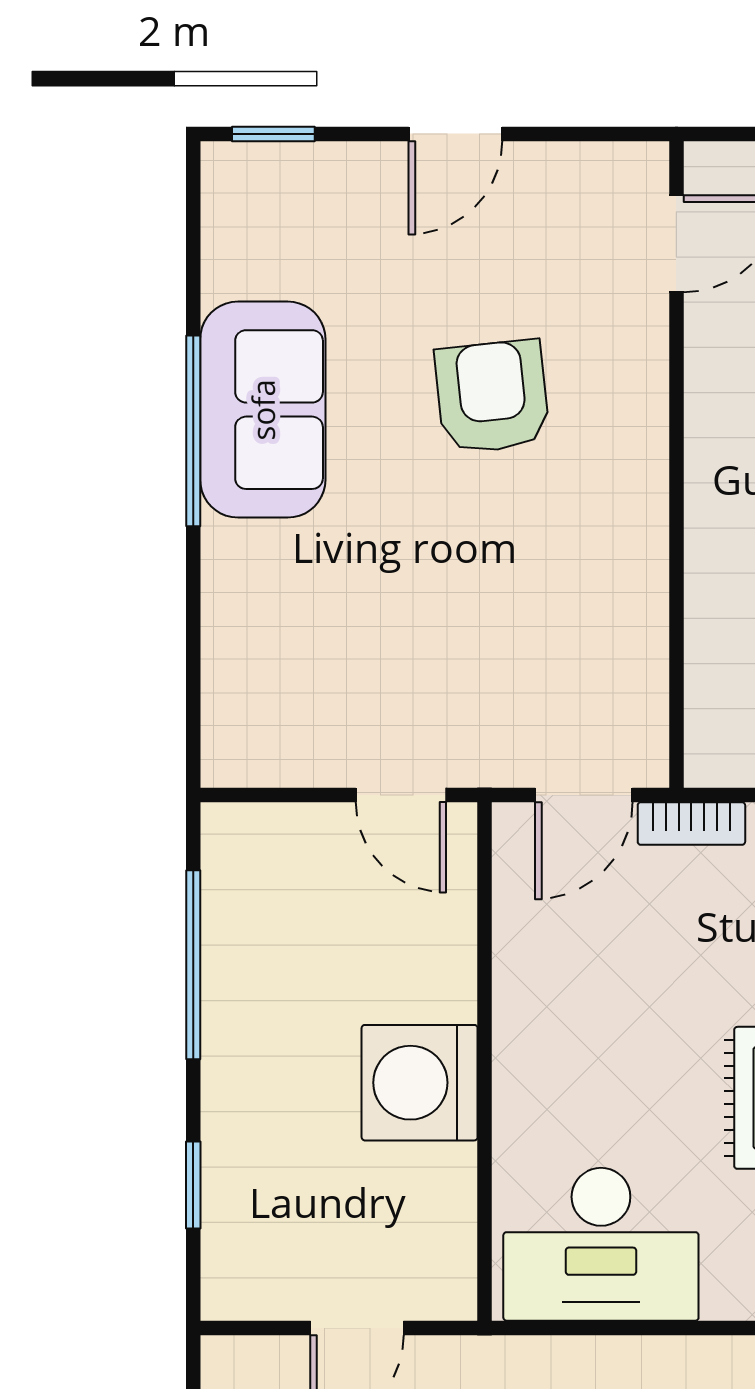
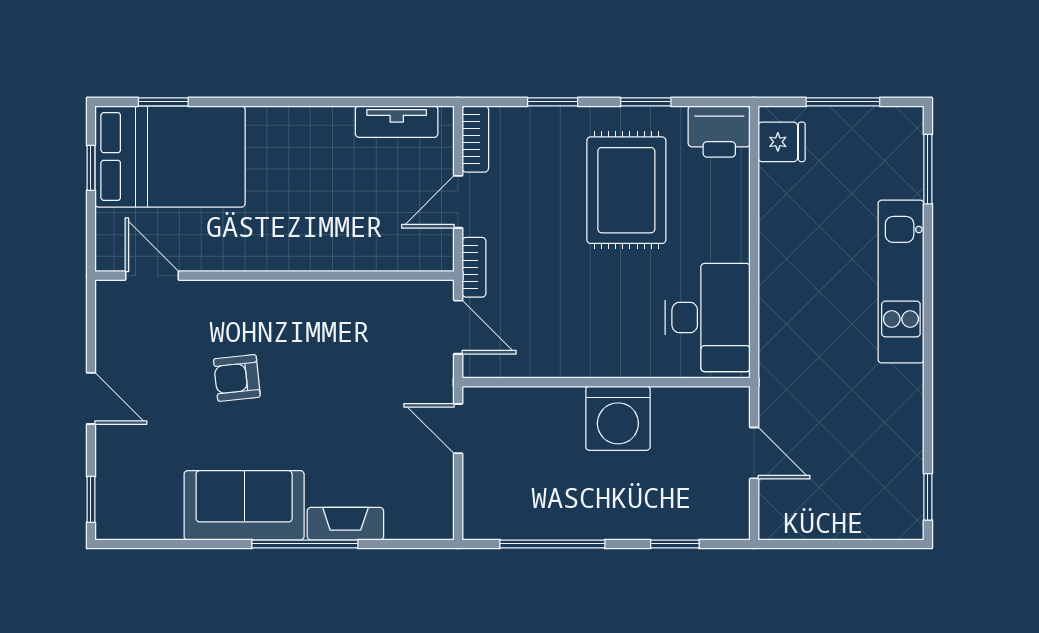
armchair: (492, 397) -> (237, 378), width x0.72, depth x0.72
window: (193, 431) -> (305, 544), moved
fireplace: (230, 592) -> (345, 524), added
door: (401, 795) -> (458, 429), swing flipped

